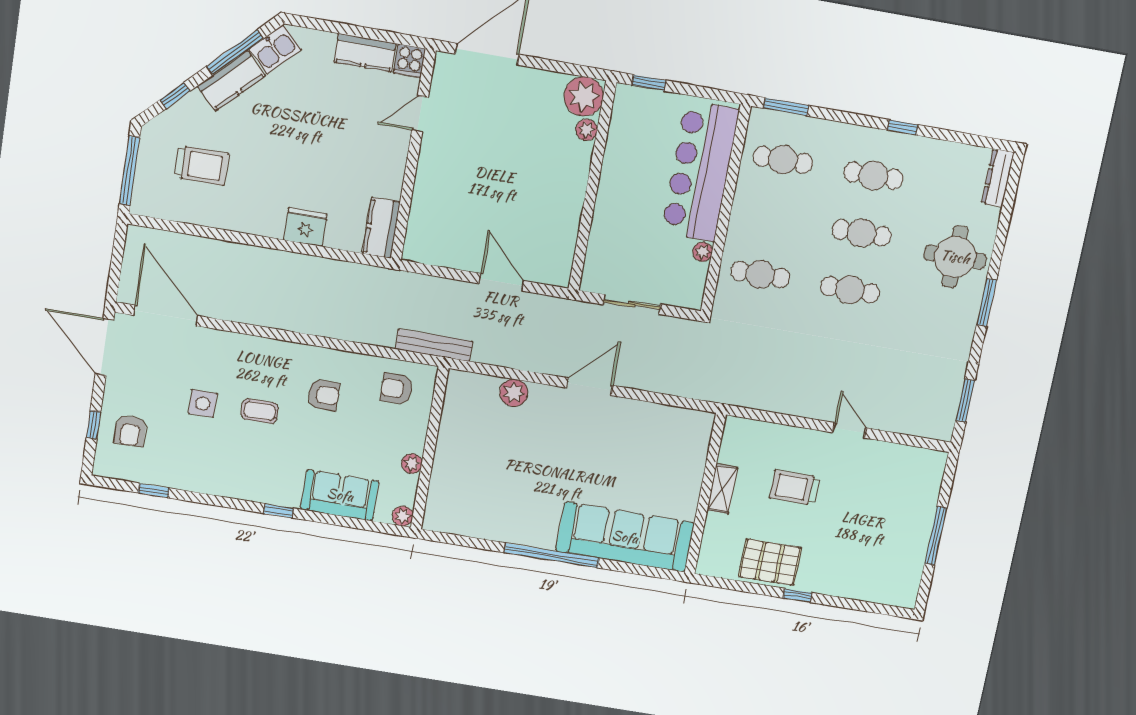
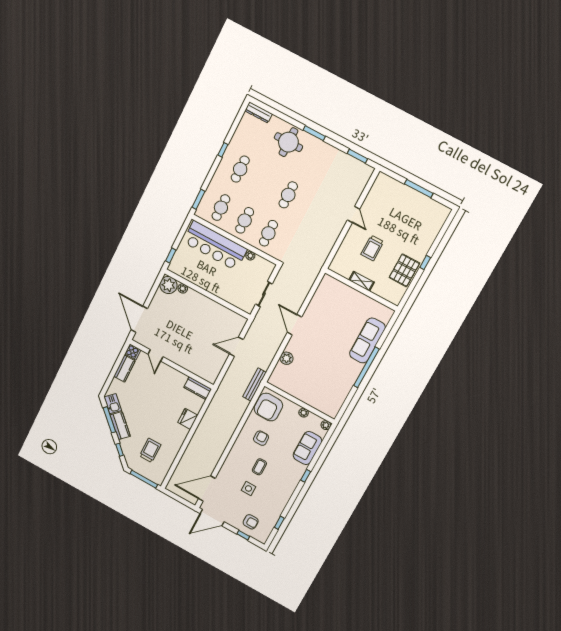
cafe table: (862, 233) -> (245, 220), moved
armchair: (397, 389) -> (268, 407), width x1.88, depth x1.88
door: (849, 430) -> (354, 215), swing flipped
sofa: (625, 537) -> (367, 341), width x0.74, depth x0.79

